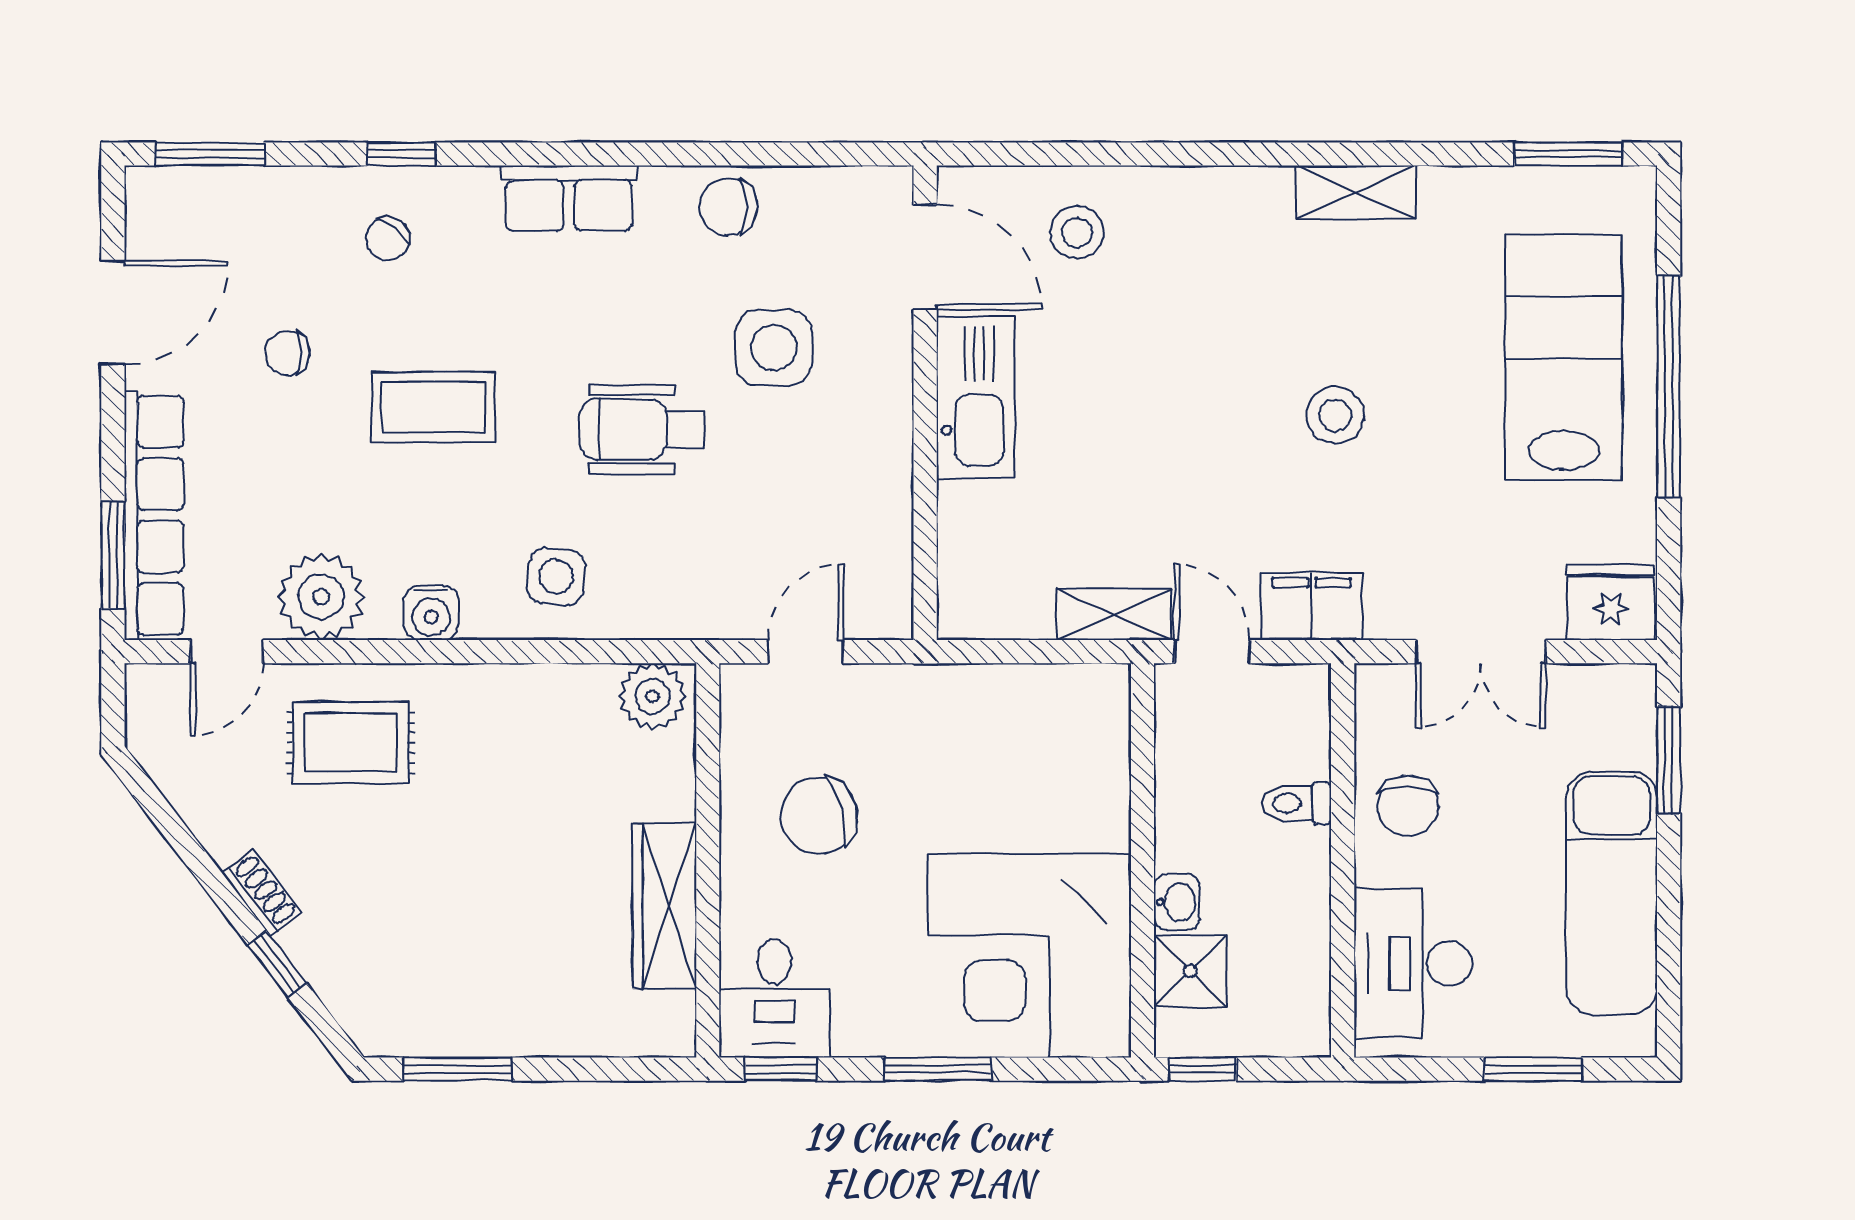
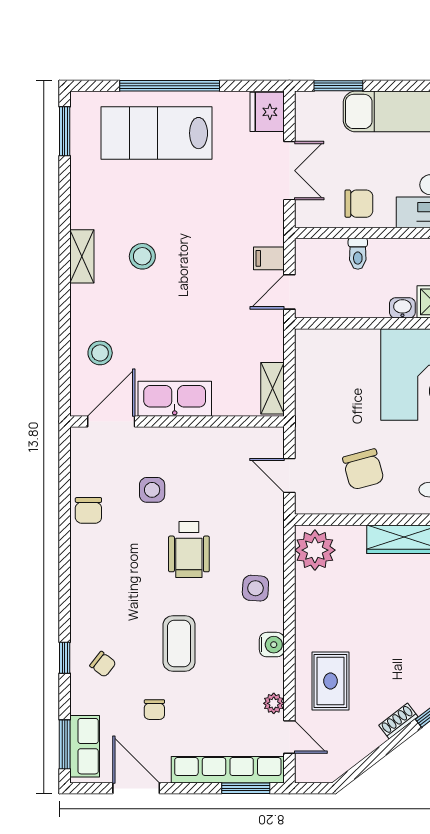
shelving: (1356, 192) -> (82, 256), moved
row of seats: (569, 198) -> (85, 746), moved
side table: (774, 348) -> (152, 490), width x0.73, depth x0.73
stool: (1335, 415) -> (142, 256), moved
plant: (321, 597) -> (274, 703), width x0.53, depth x0.53
filing cabinet: (1312, 606) -> (269, 258), width x0.50
shelving: (1114, 614) -> (273, 388), moved
plant: (653, 696) -> (315, 550), width x1.36, depth x1.36

